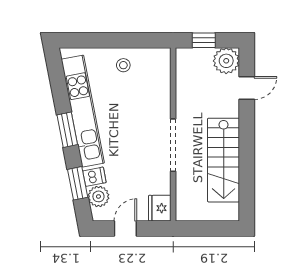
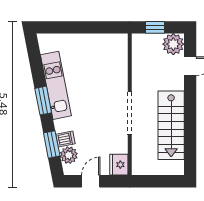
stool: (123, 65) -> (89, 48), removed
kitchen unit: (83, 111) -> (56, 85), width x0.73

